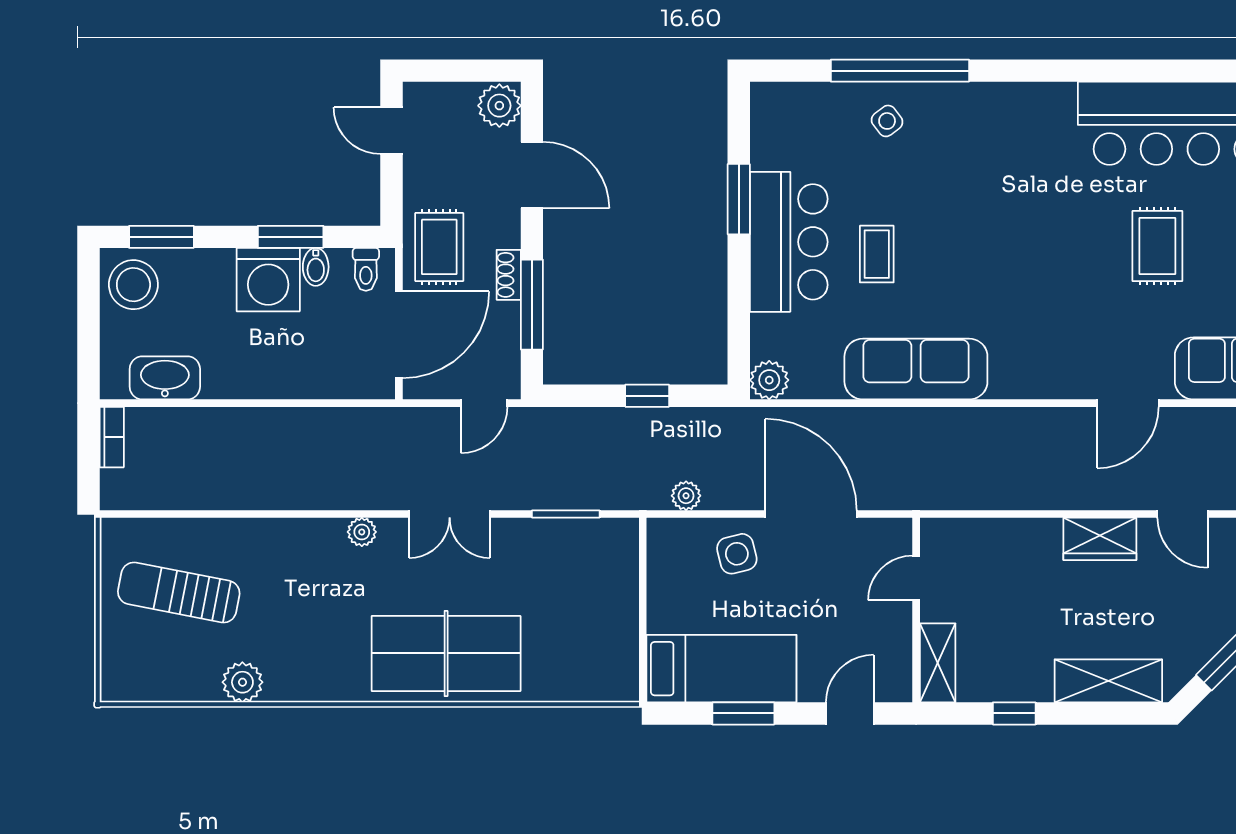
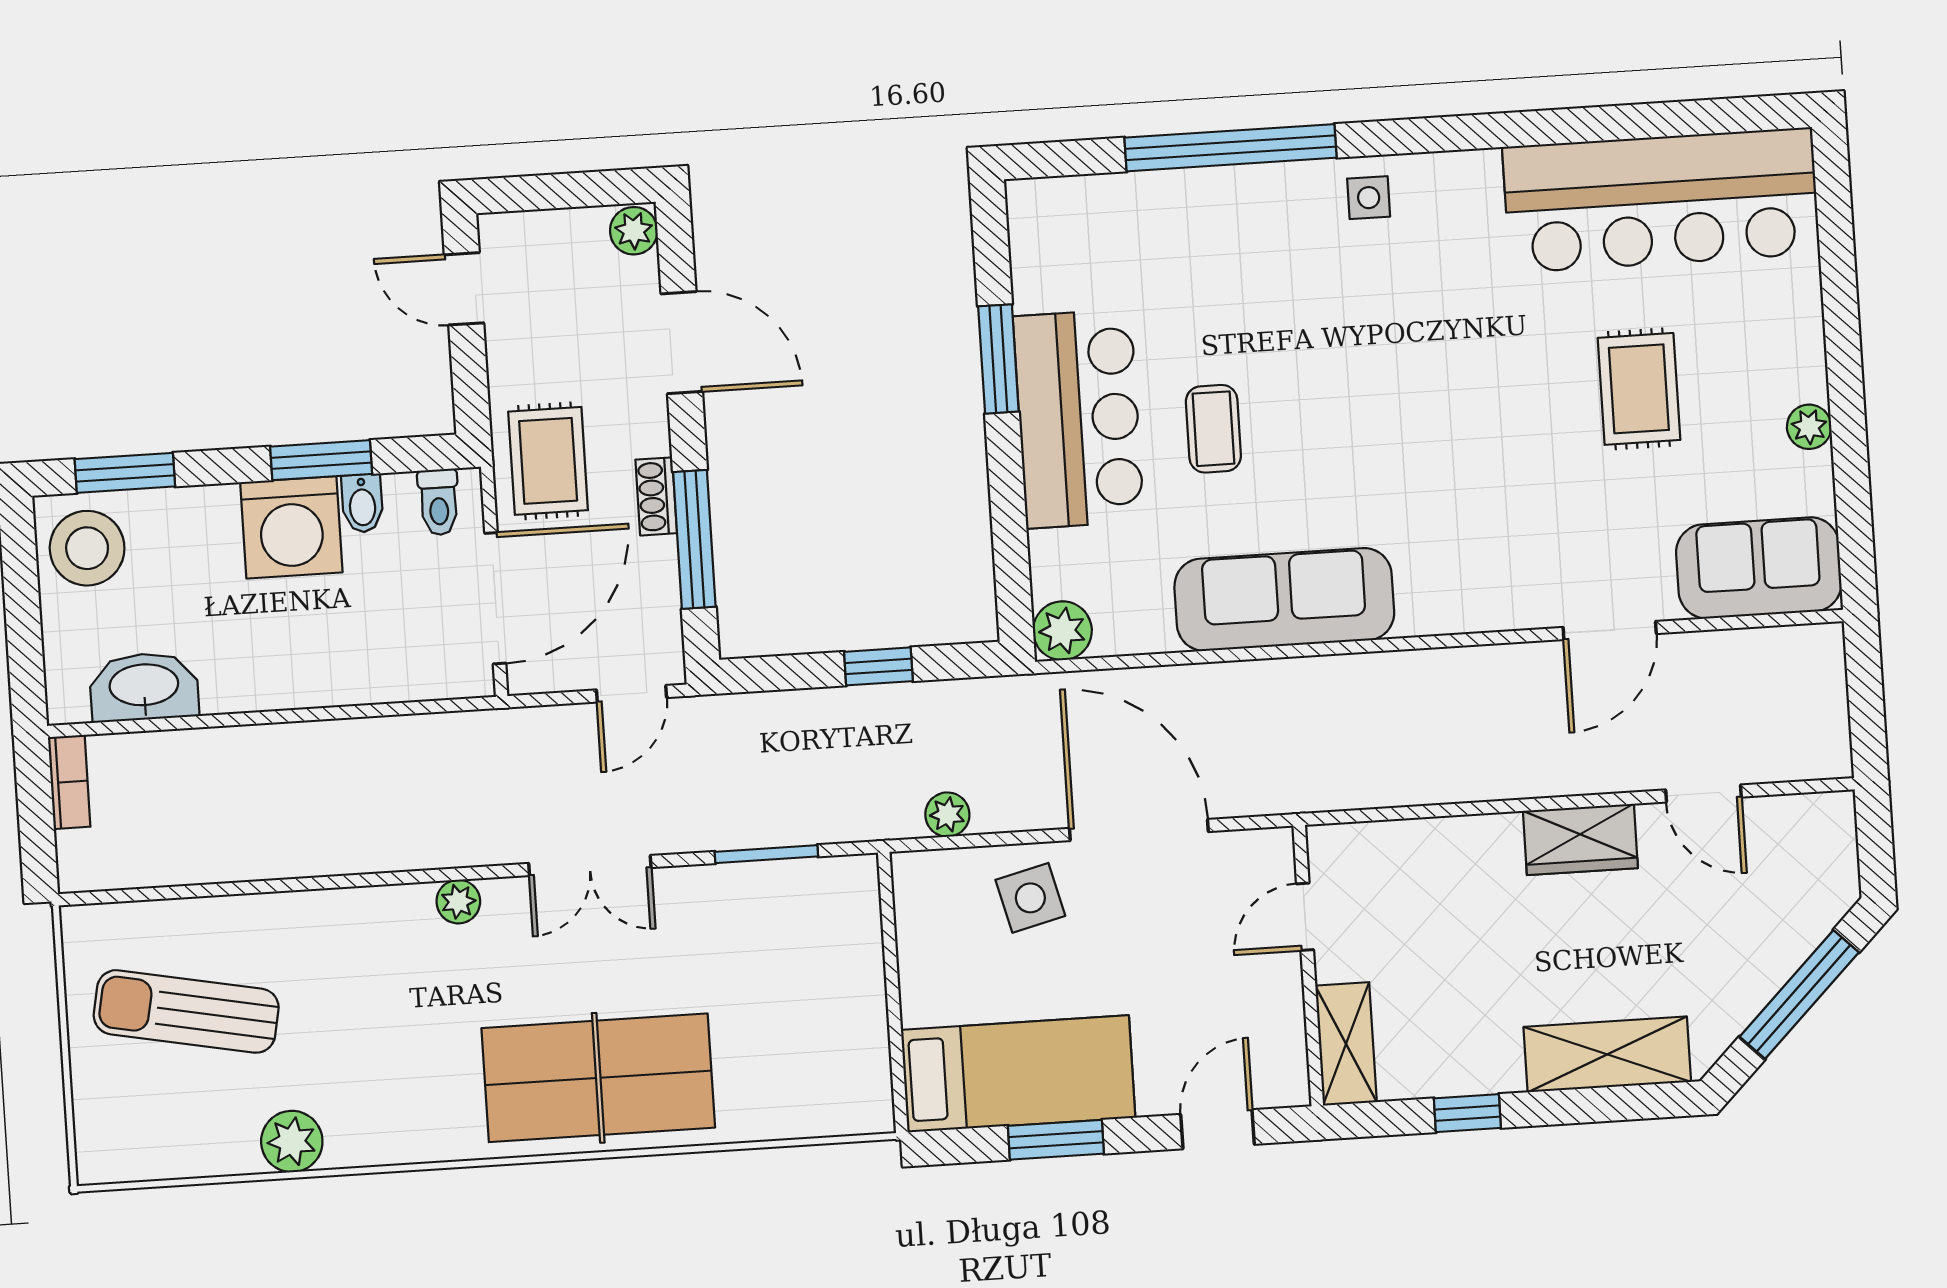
plant: (499, 106) -> (634, 231), width x0.73, depth x0.73
side table: (887, 121) -> (1369, 198), moved, turned 37

